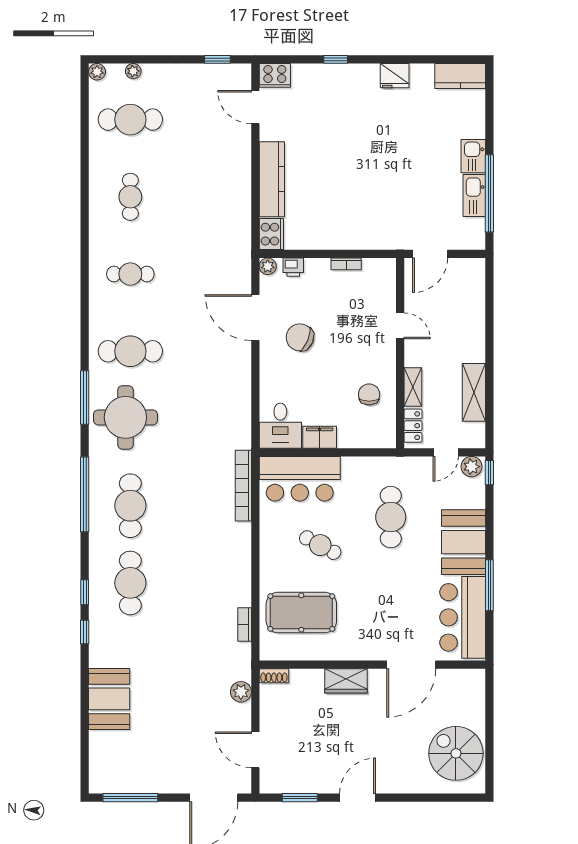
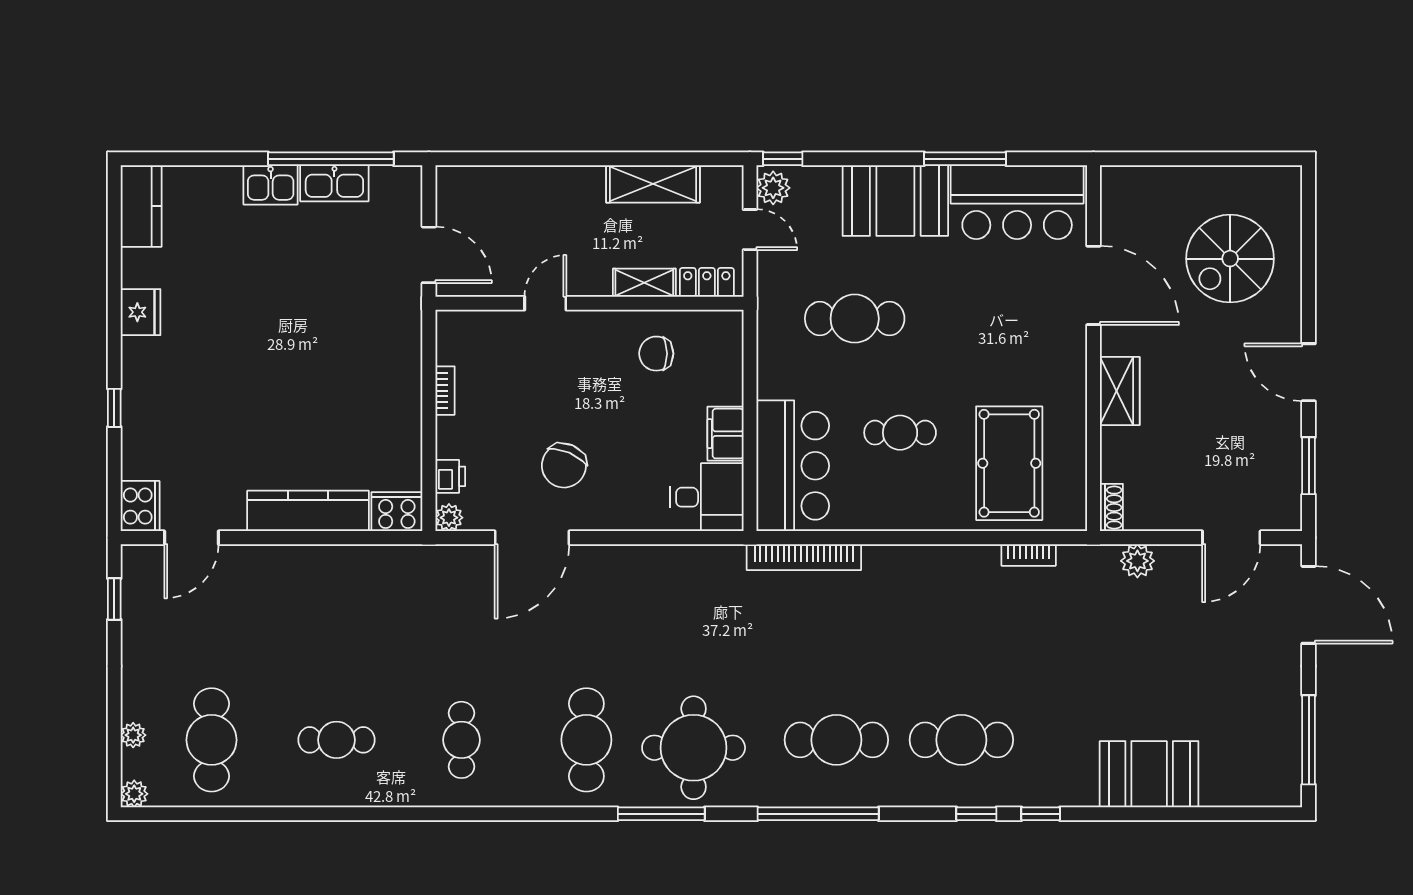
cafe table: (320, 545) -> (900, 433), turned 62
spiral stairs: (456, 753) -> (1230, 259), moved

